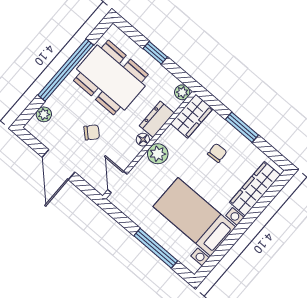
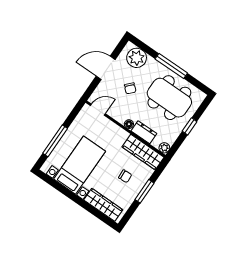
window: (66, 70) -> (171, 66), width x0.68
dining table: (111, 77) -> (169, 98), turned 90
plant: (44, 114) -> (137, 58), width x1.87, depth x1.87
wardrobe: (192, 116) -> (143, 152), width x1.50
plant: (158, 154) -> (120, 135), removed

